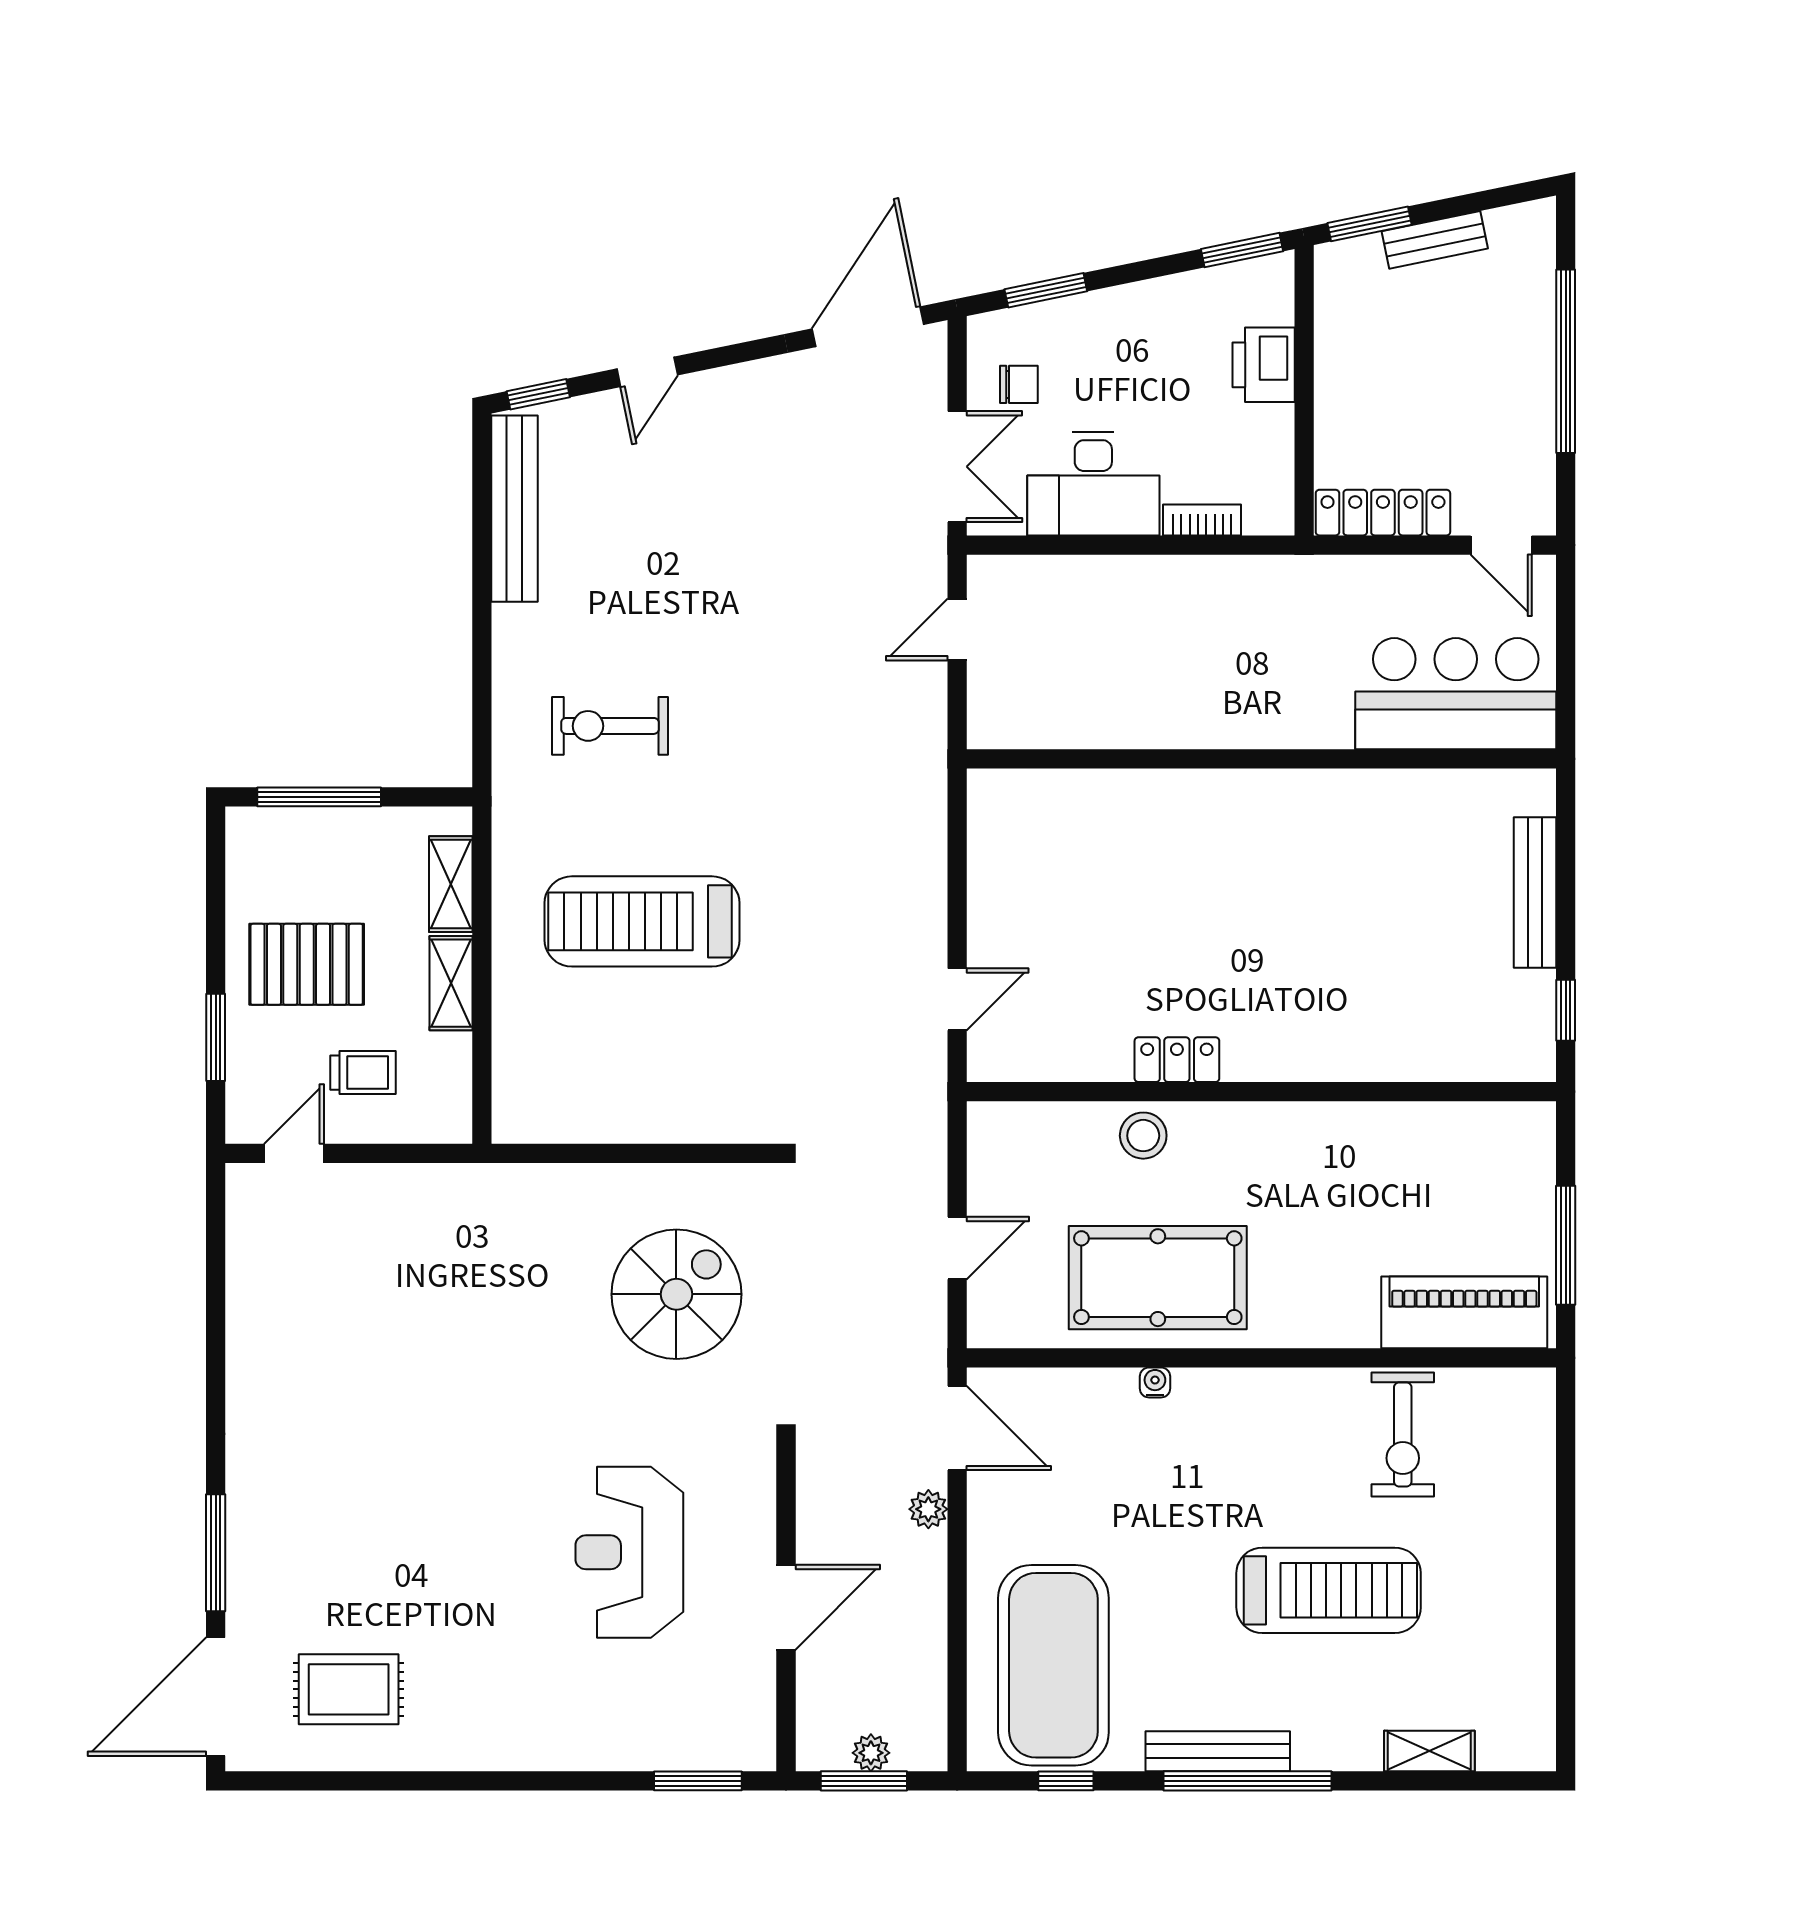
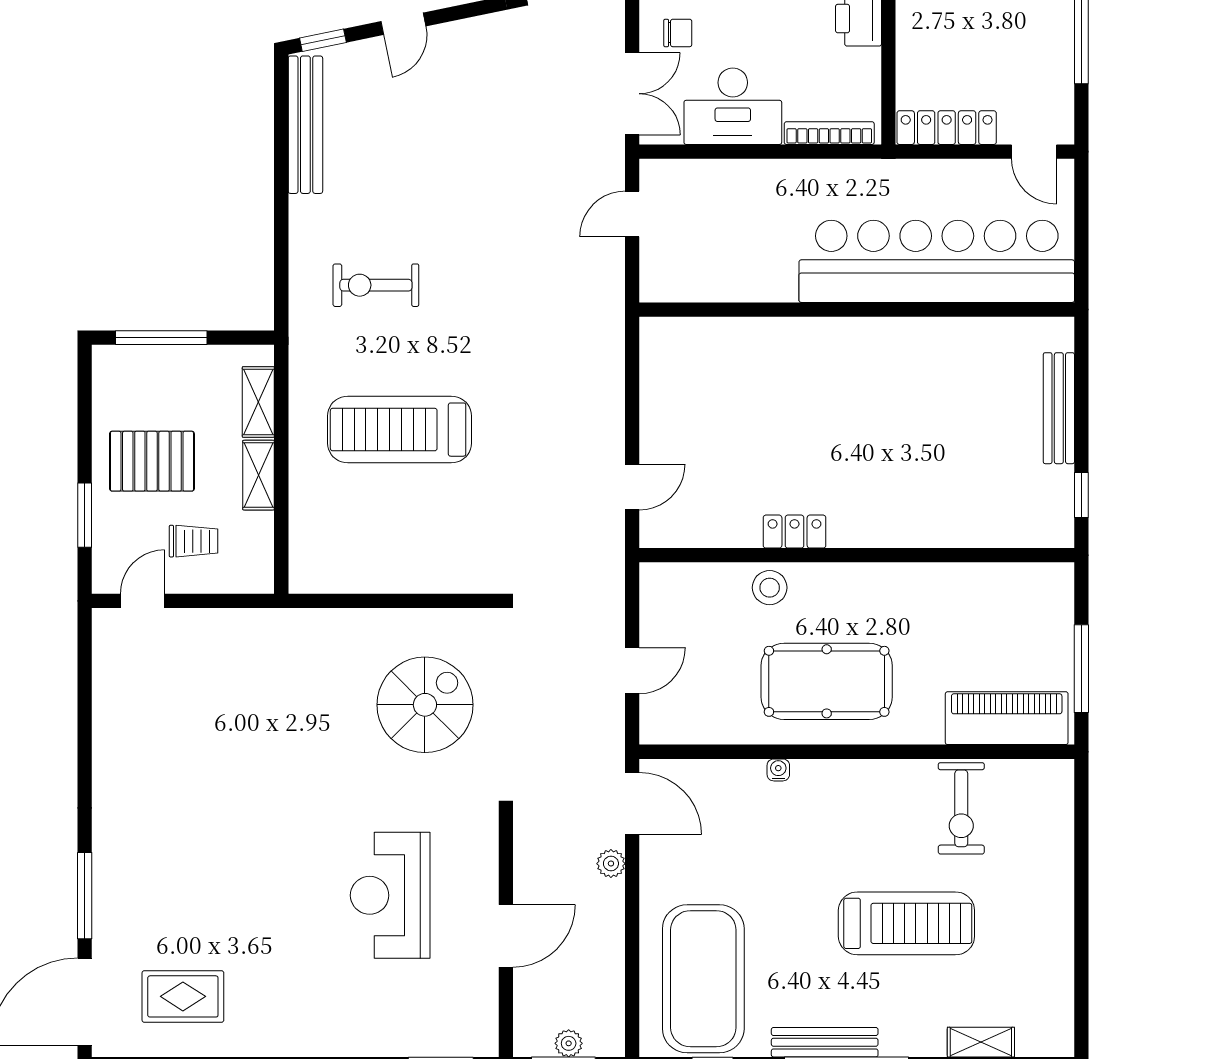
bookcase: (1202, 520) -> (829, 133), width x1.56
bar counter: (1456, 694) -> (937, 261), width x1.86
pool table: (1158, 1278) -> (827, 681), moved

